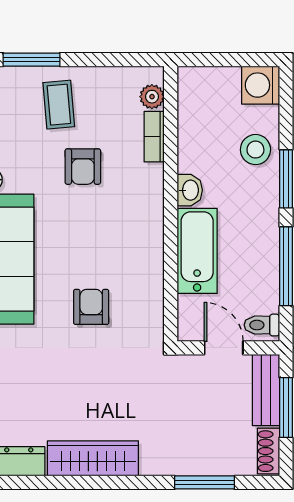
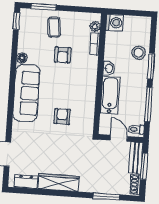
washing machine: (261, 85) -> (115, 23), moved, turned 180

